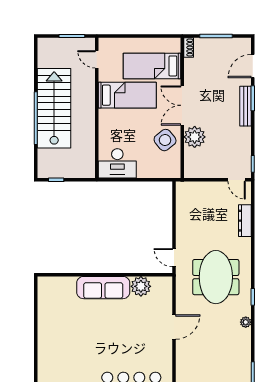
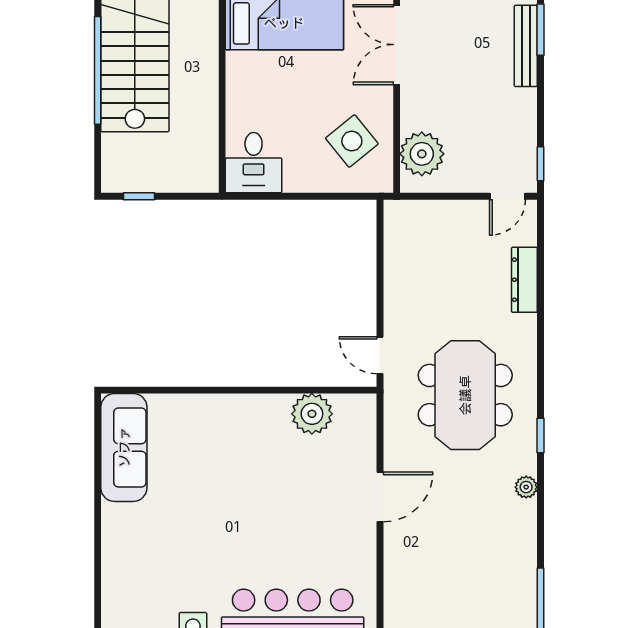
plant: (195, 137) -> (422, 154), moved
side table: (165, 140) -> (352, 141), moved
desk: (117, 163) -> (254, 163), width x0.73
door: (237, 180) -> (508, 196), hinge flipped
sofa: (103, 288) -> (124, 447), moved, turned -90

